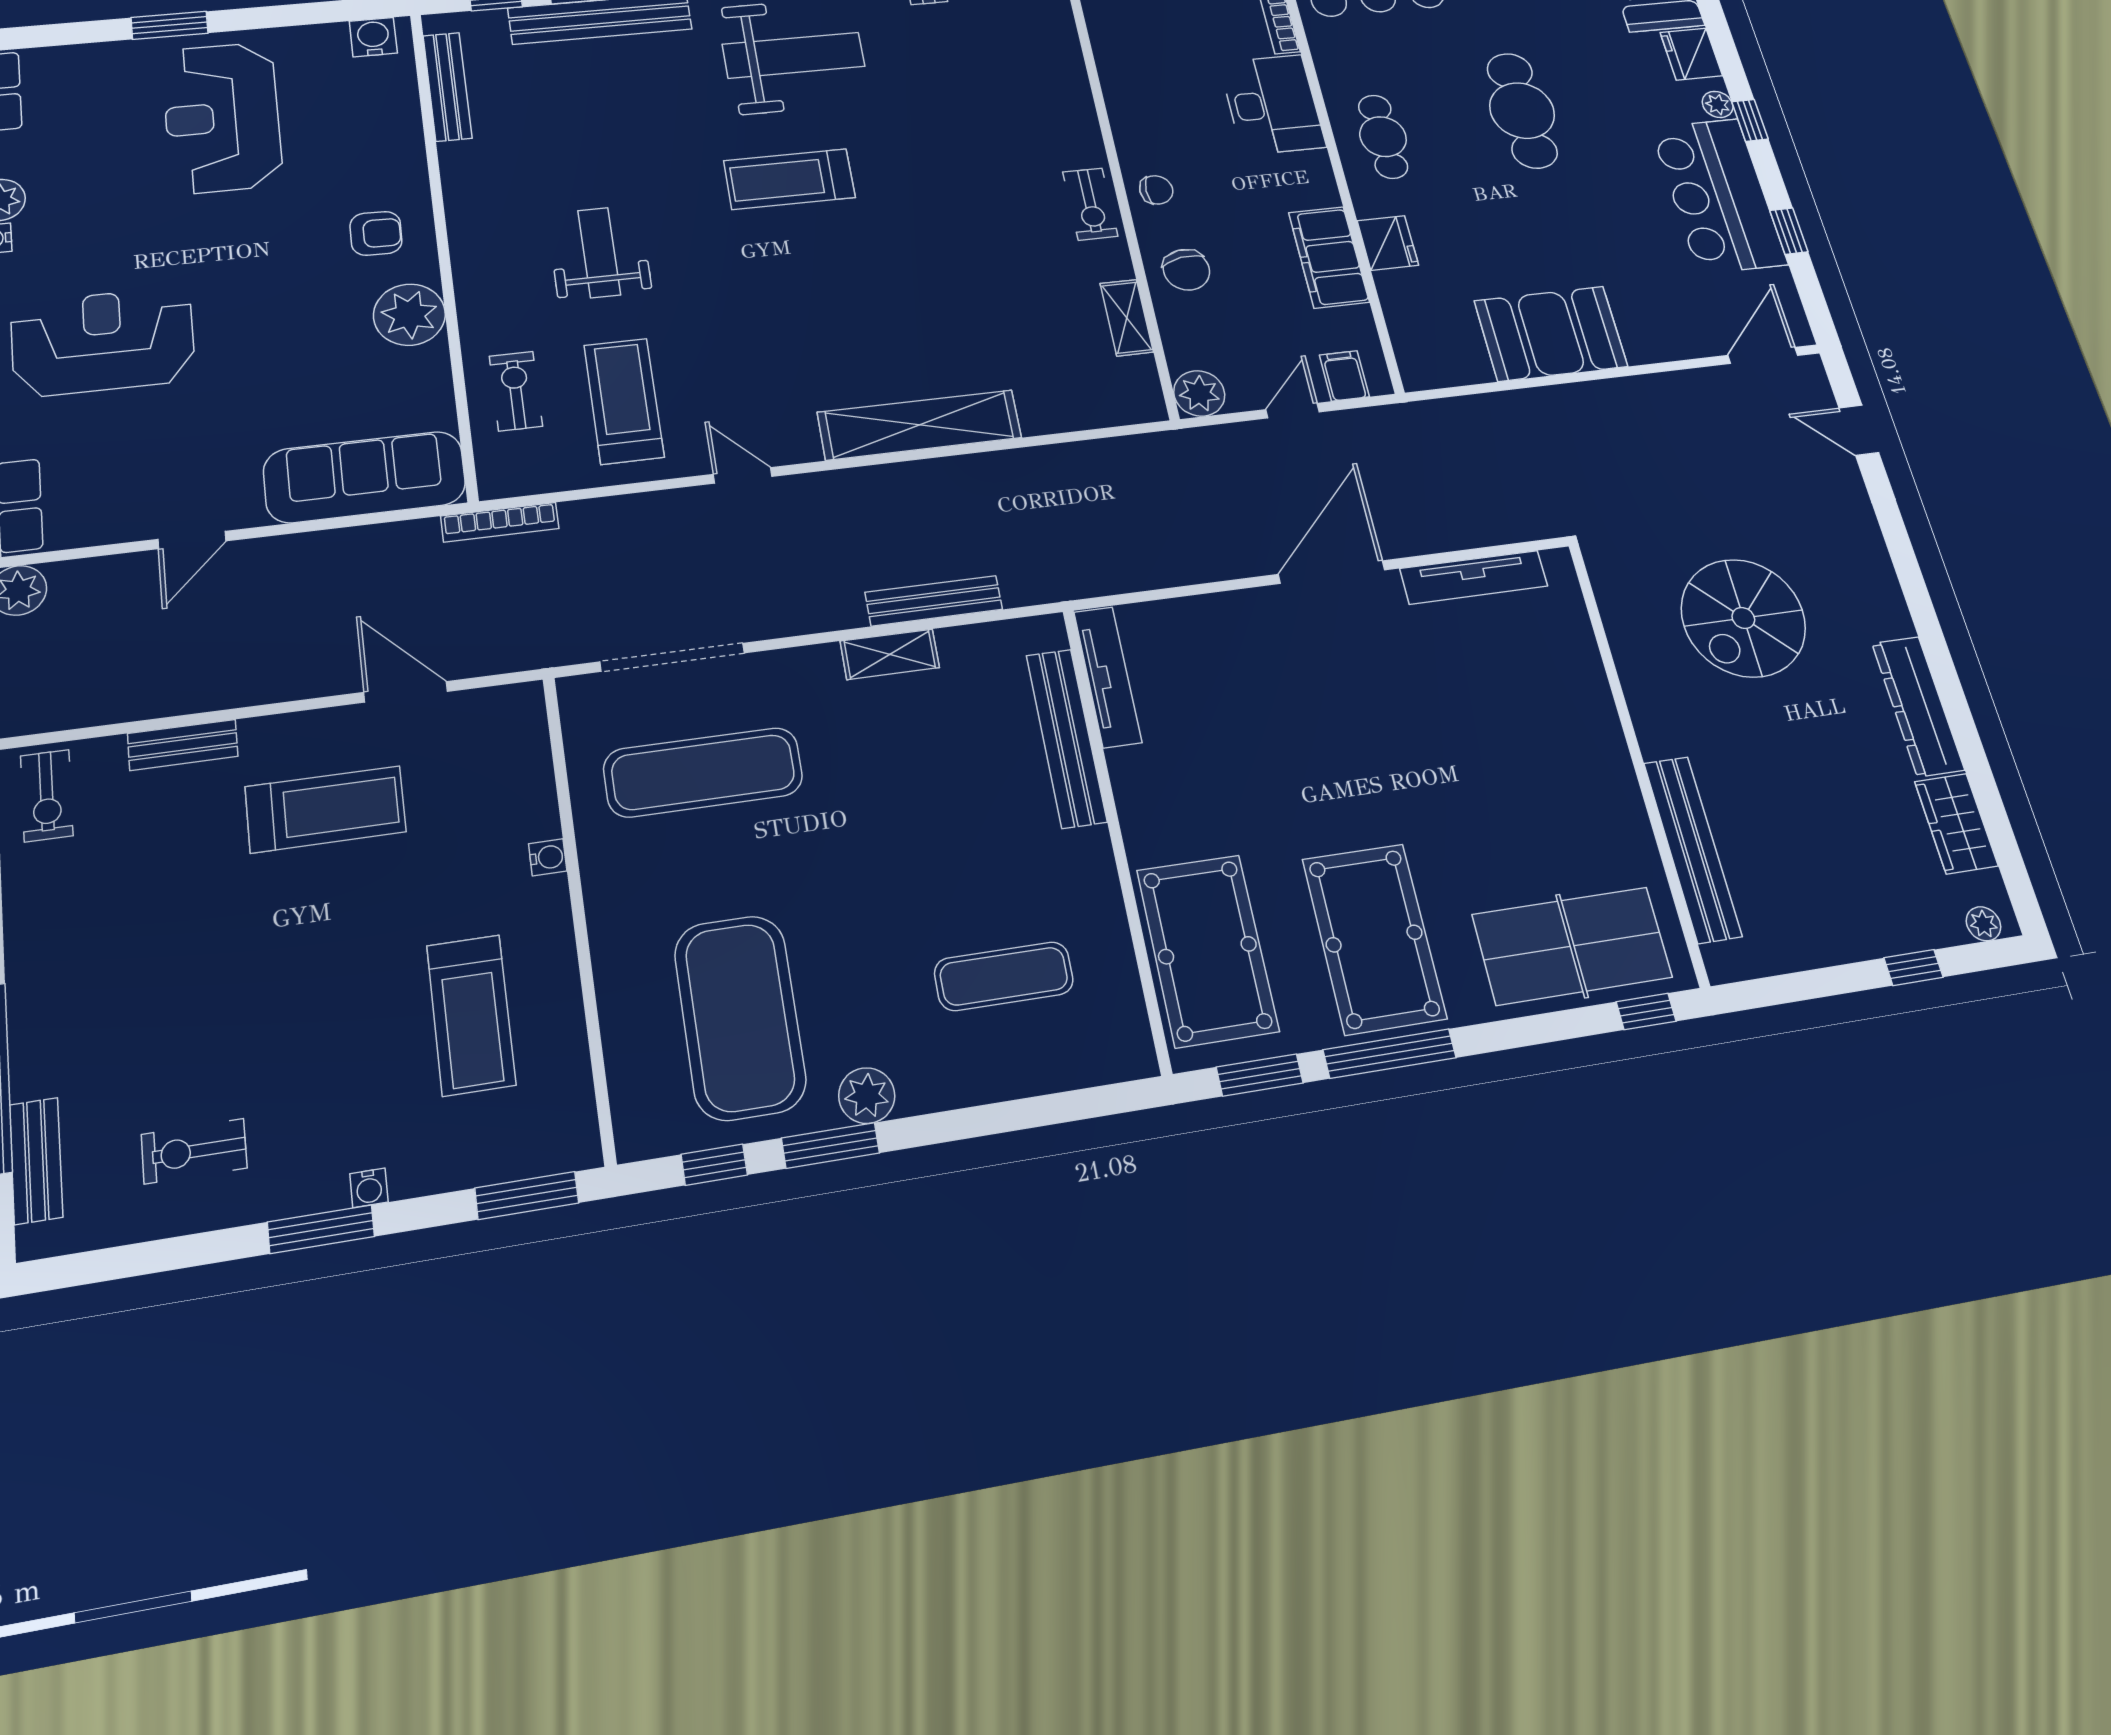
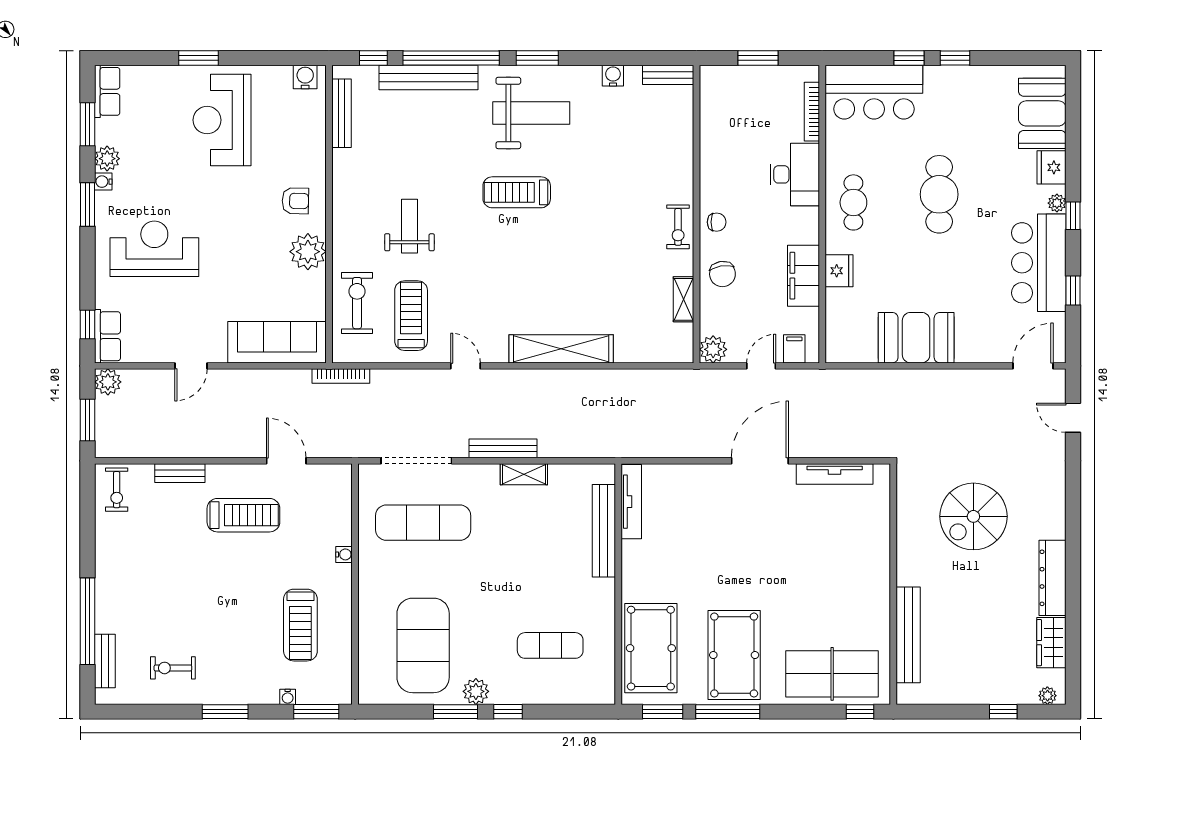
exercise bike: (516, 391) -> (357, 303), width x1.38, depth x1.39
bench: (934, 601) -> (503, 448), moved
window: (714, 1165) -> (508, 712), moved
water cooler: (369, 1188) -> (288, 697), moved

